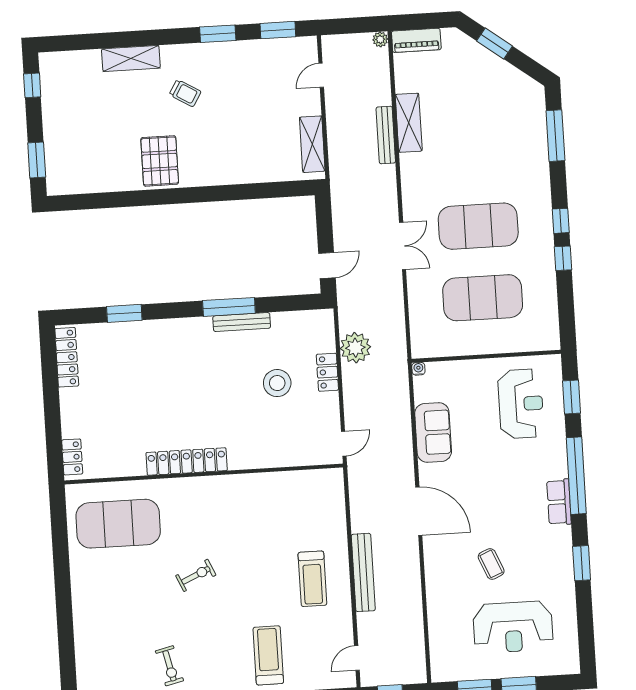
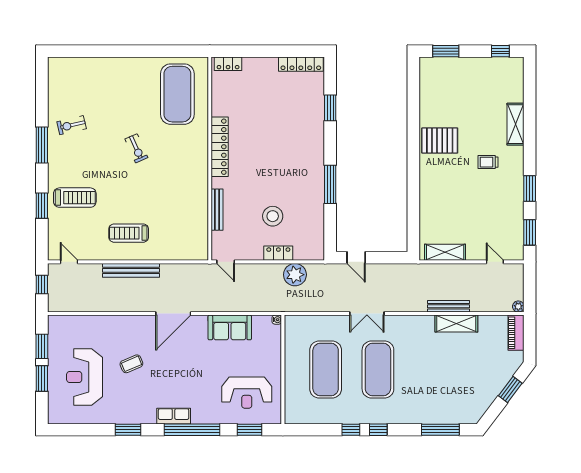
trolley: (185, 93) -> (488, 162), turned 59
bench: (242, 322) -> (217, 210), moved

